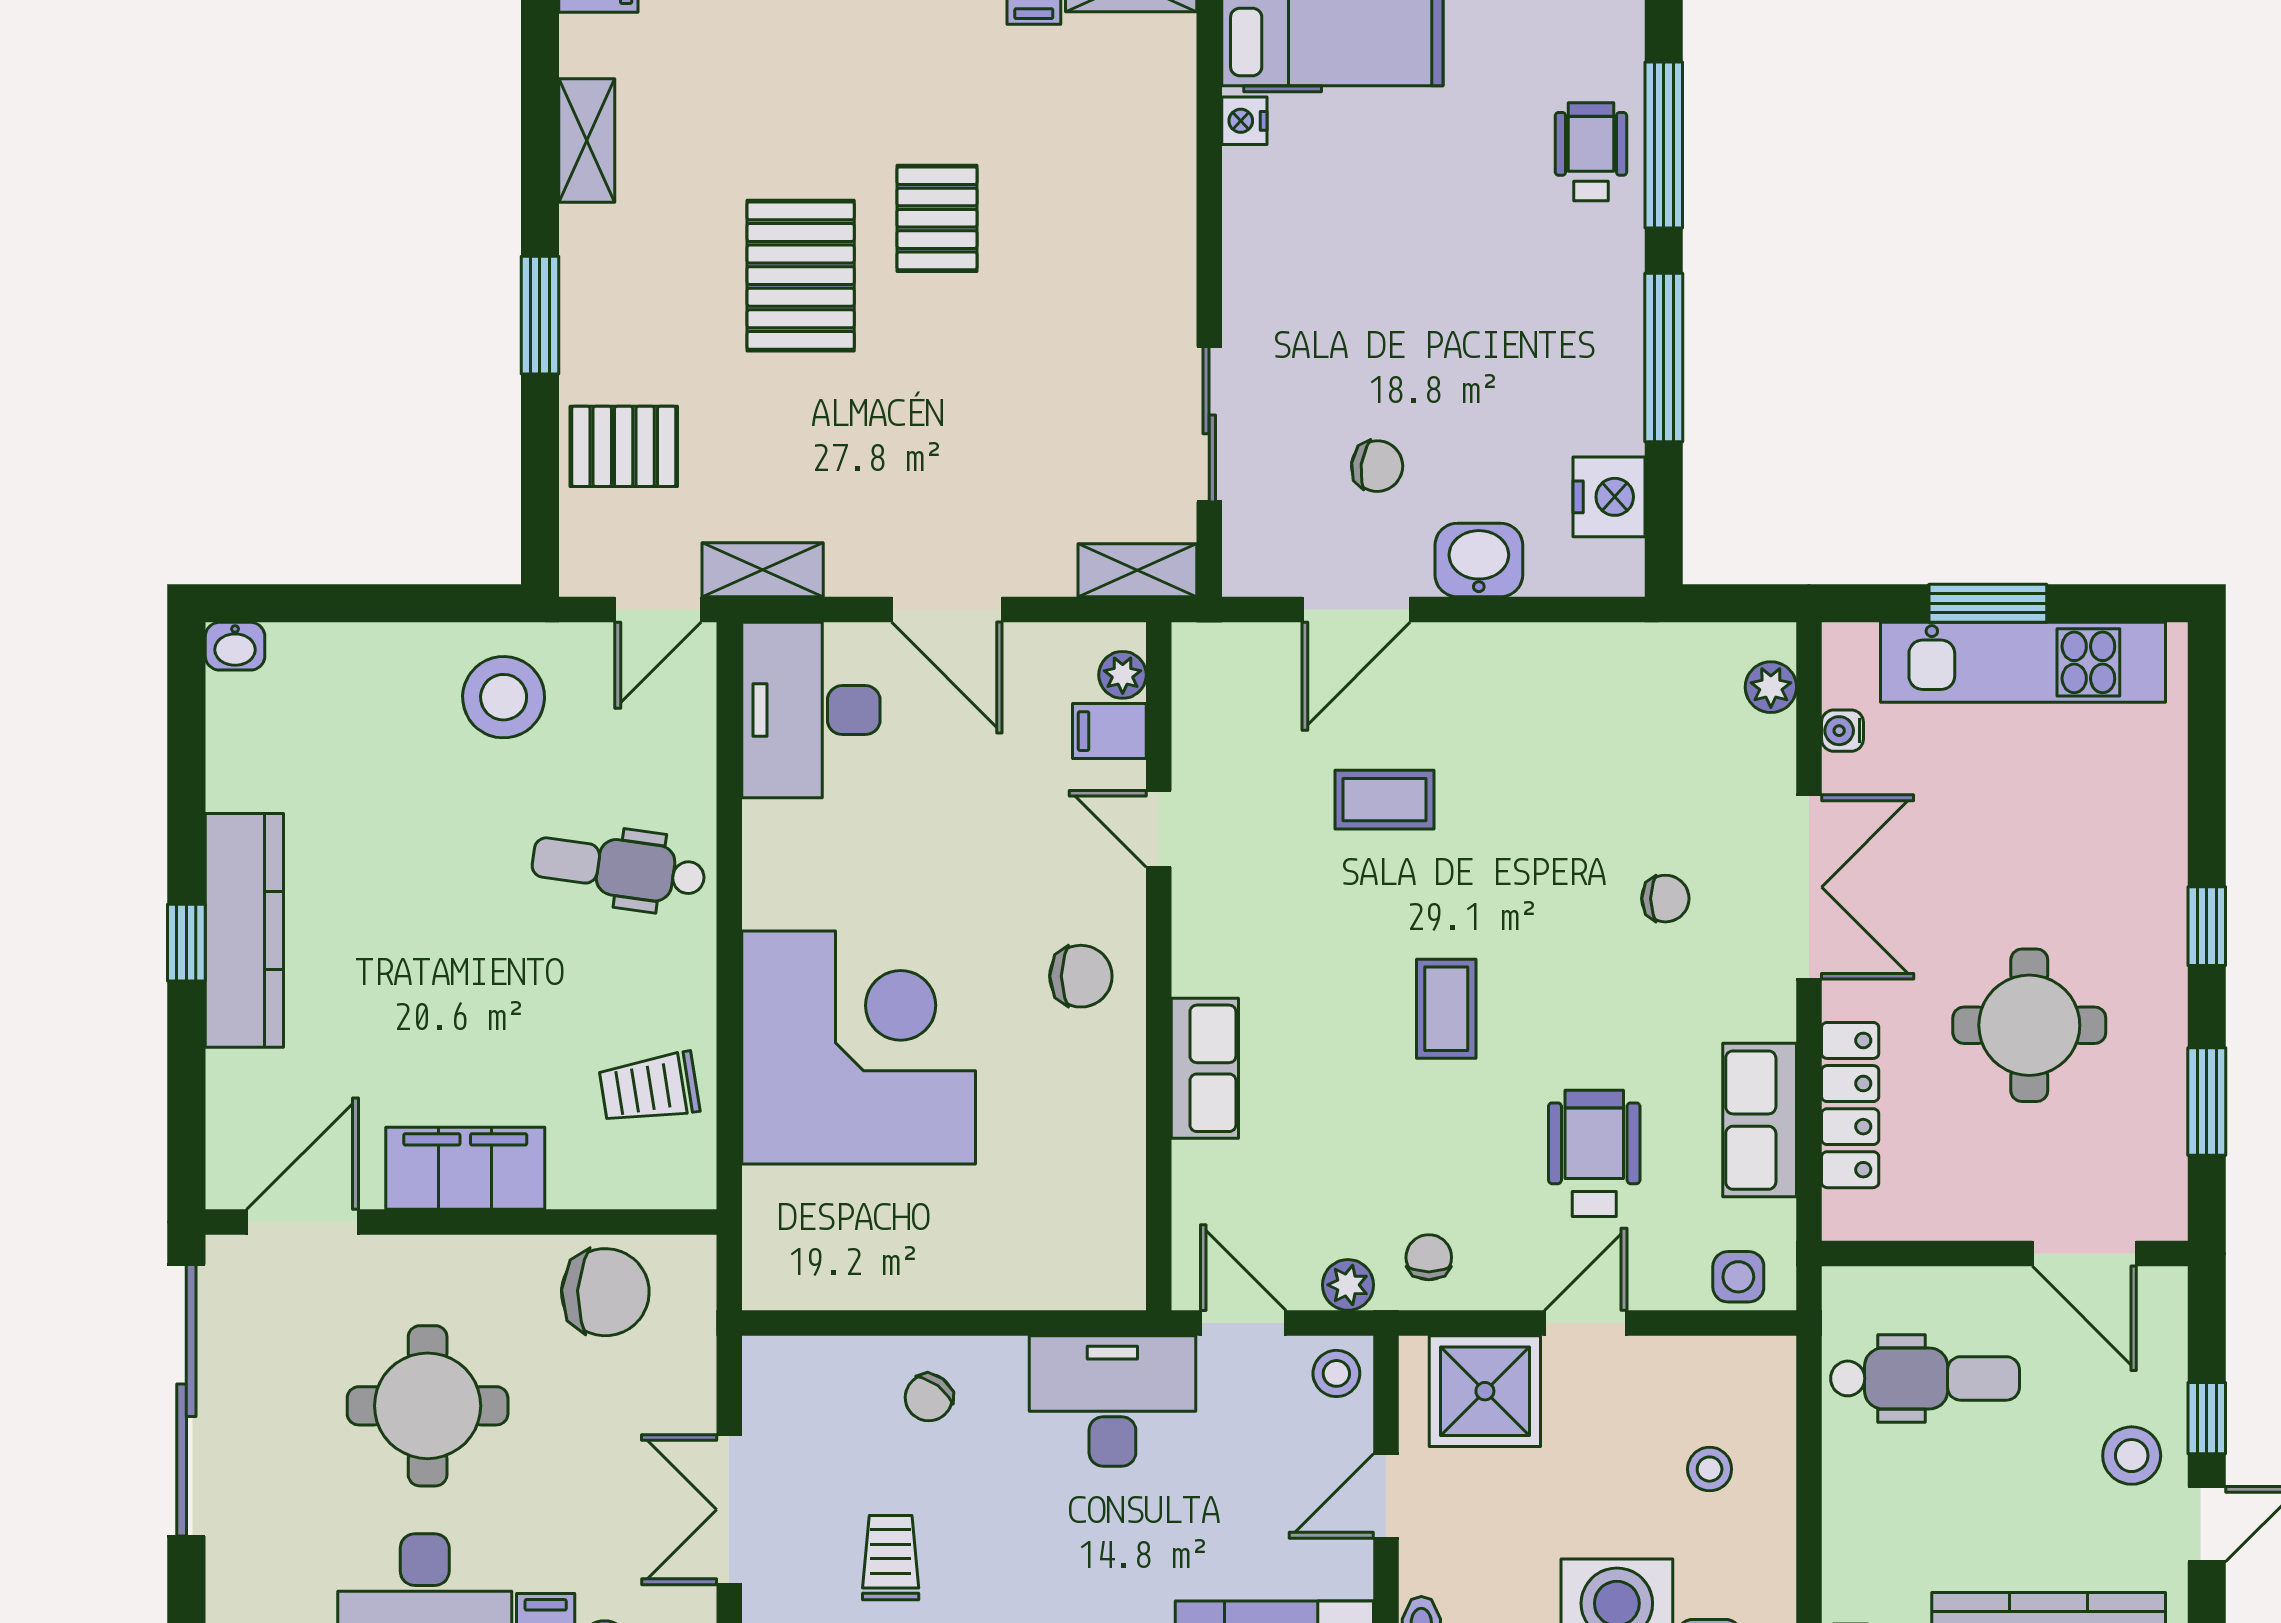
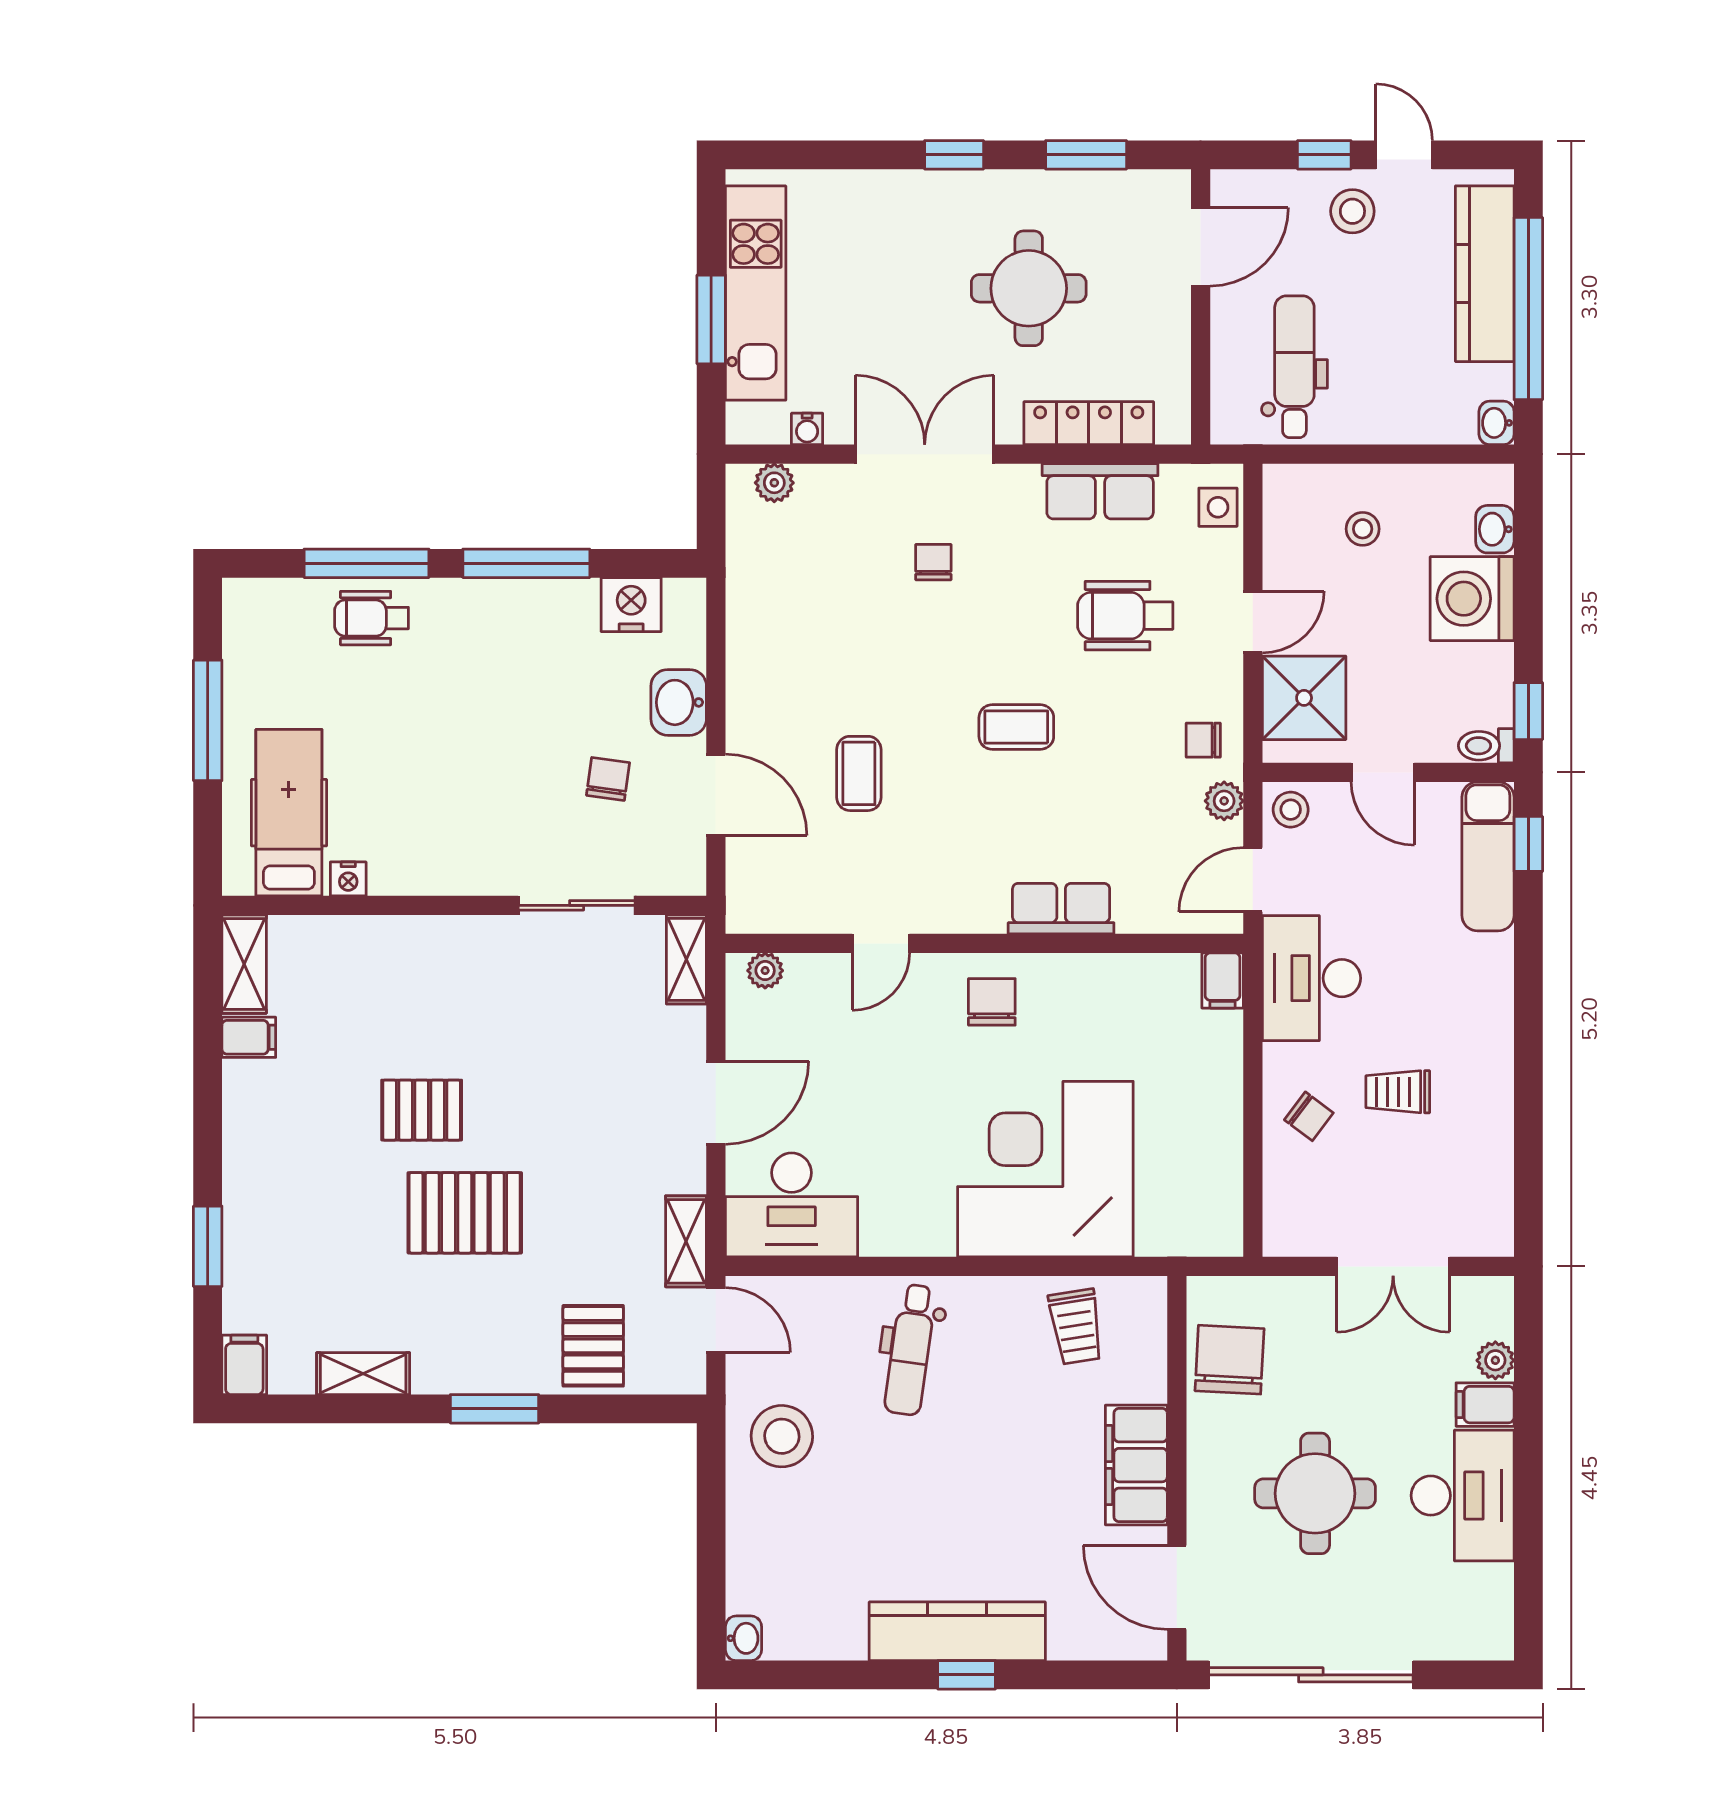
filing cabinet: (1109, 731) -> (1223, 980), moved
door: (1586, 1323) -> (1253, 622), swing flipped
trolley: (891, 1558) -> (1398, 1092), moved

